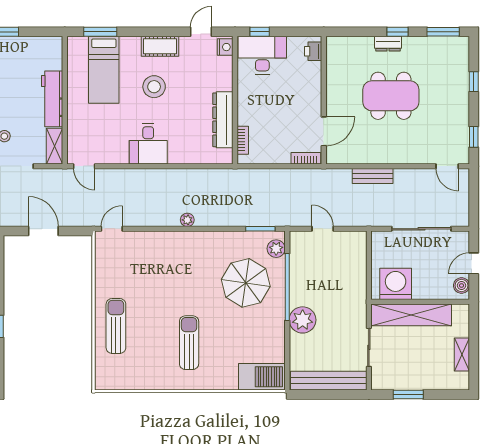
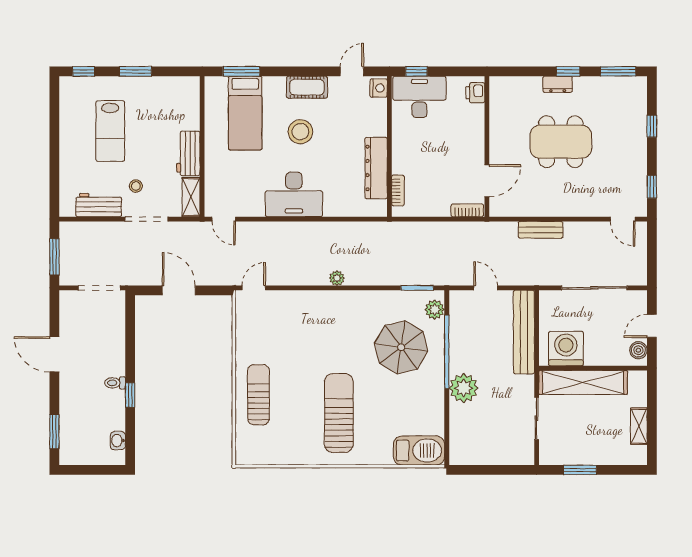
workbench: (52, 99) -> (188, 153), width x0.73
desk: (148, 144) -> (294, 194), width x1.37
sun lounger: (189, 343) -> (339, 413), width x1.36, depth x1.34
bench: (329, 381) -> (524, 332), moved, turned 90

